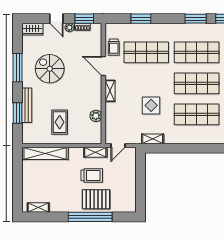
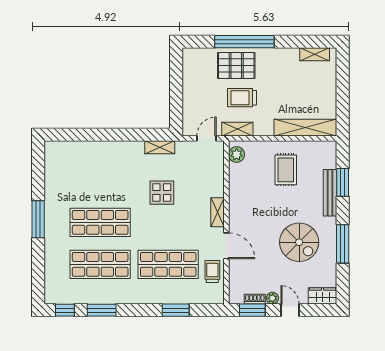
shop shelf: (197, 114) -> (100, 180), removed
plant: (96, 116) -> (237, 155), moved

